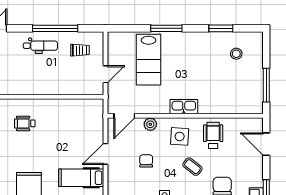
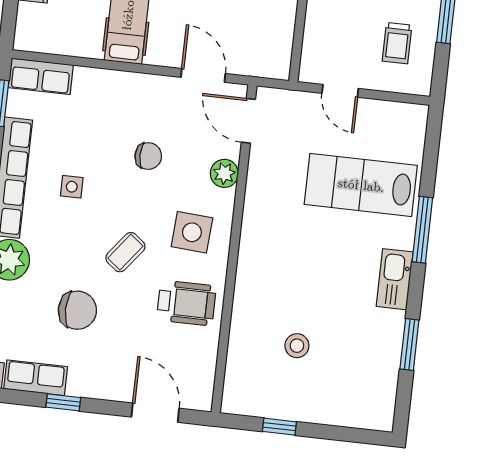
stool: (236, 54) -> (297, 346), moved
window: (266, 85) -> (279, 427), width x0.46
kitchen sink: (184, 107) -> (395, 279), moved, turned 180
door: (266, 144) -> (155, 413), hinge flipped
door: (105, 154) -> (203, 75), moved

